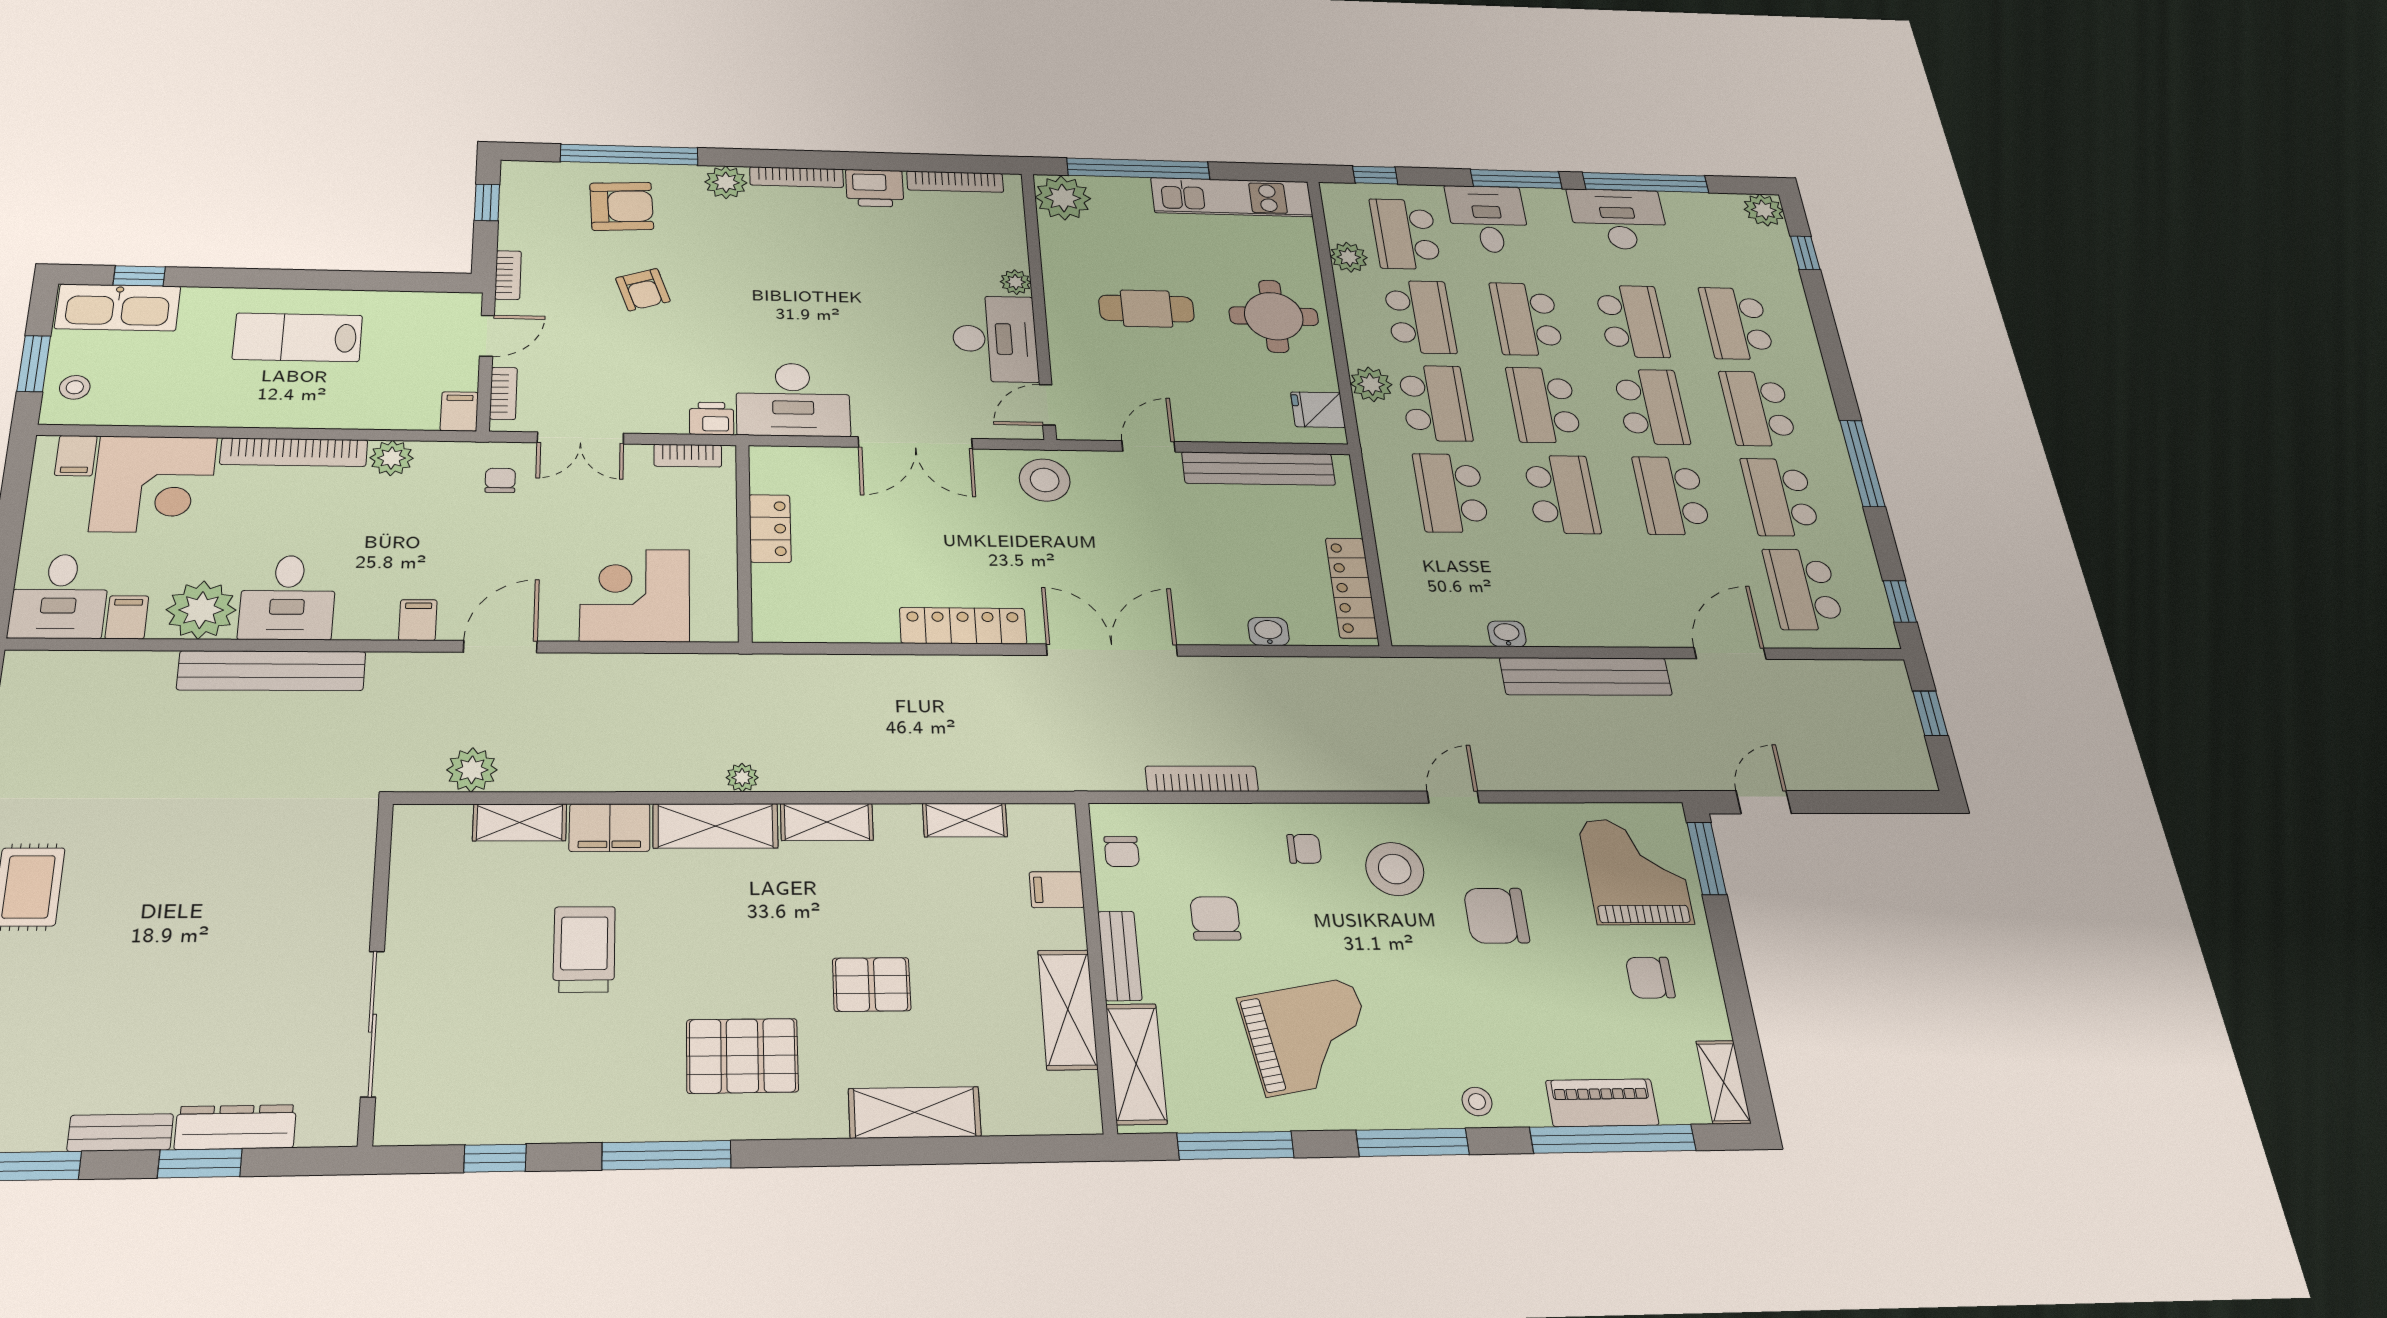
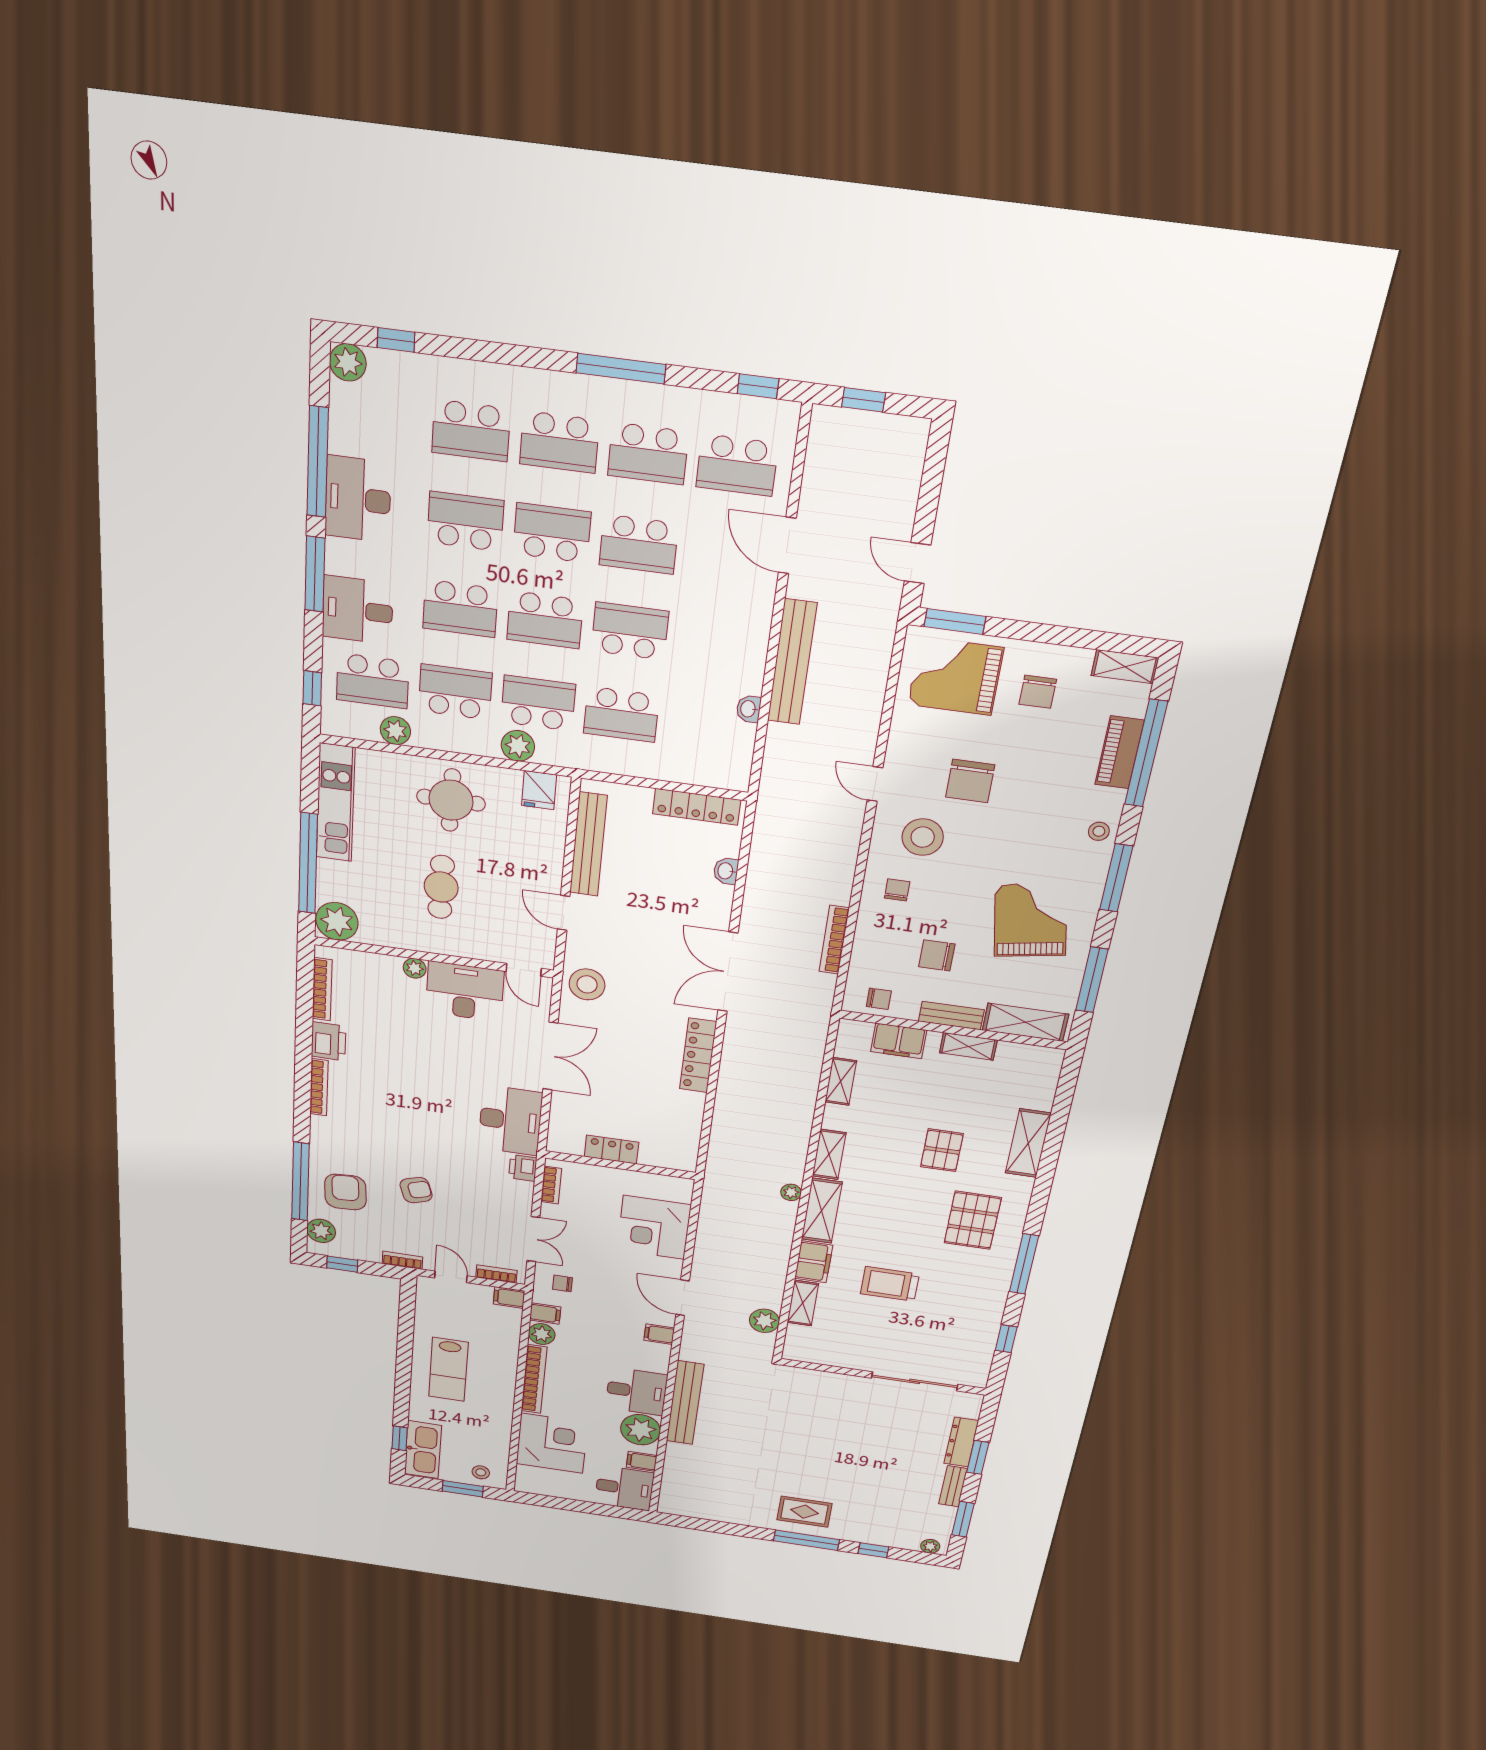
plant: (726, 182) -> (321, 1231), moved
filing cabinet: (76, 456) -> (545, 1314), moved
filing cabinet: (1057, 890) -> (899, 1041), width x2.00
shelving: (1068, 1009) -> (968, 1046), width x0.67, depth x0.75

